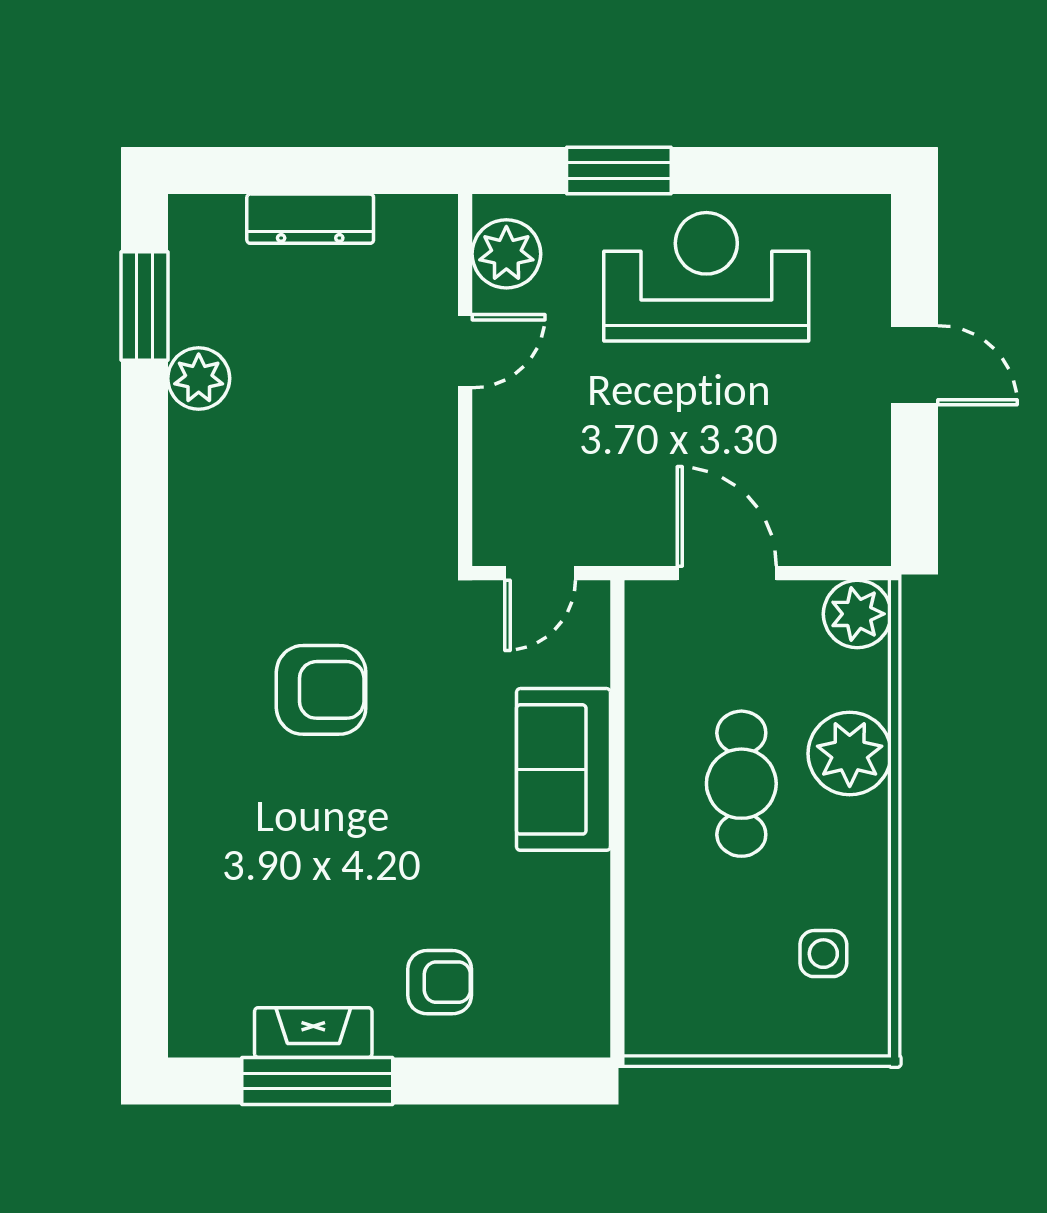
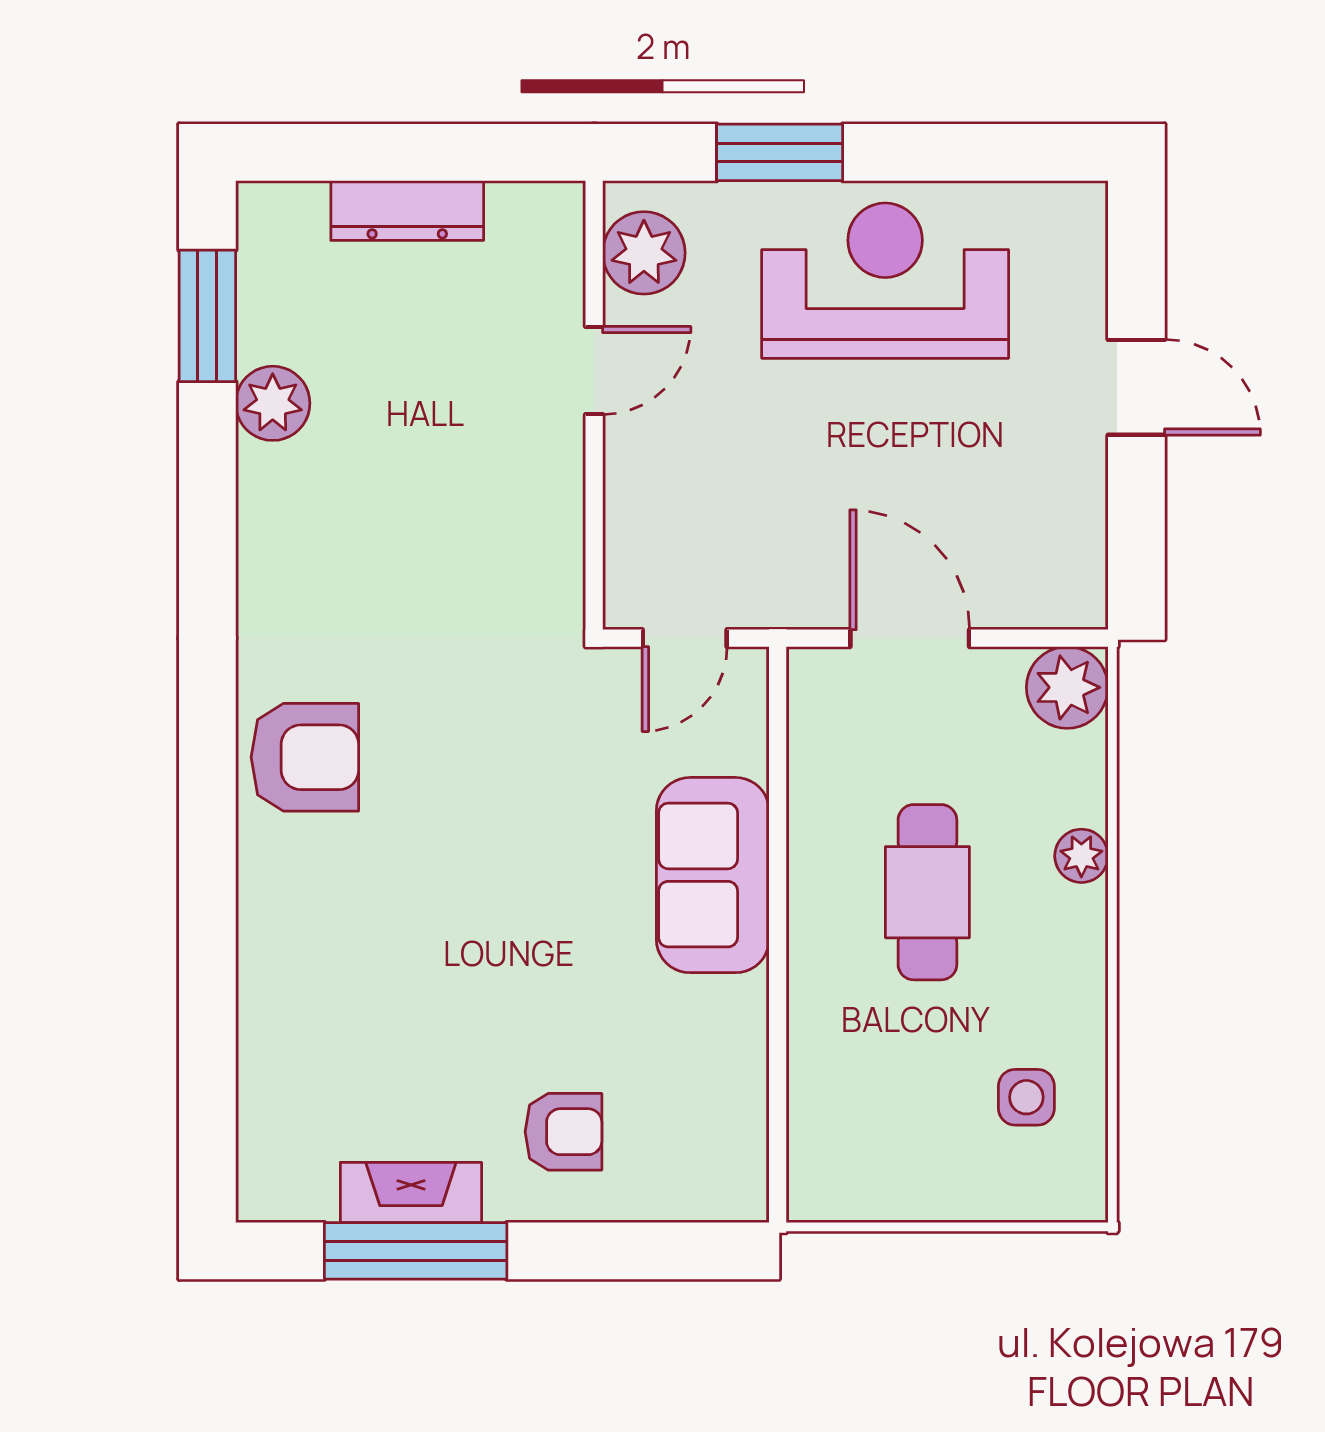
armchair: (321, 690) -> (305, 757), moved
plant: (850, 754) -> (1081, 856), width x0.53, depth x0.53

